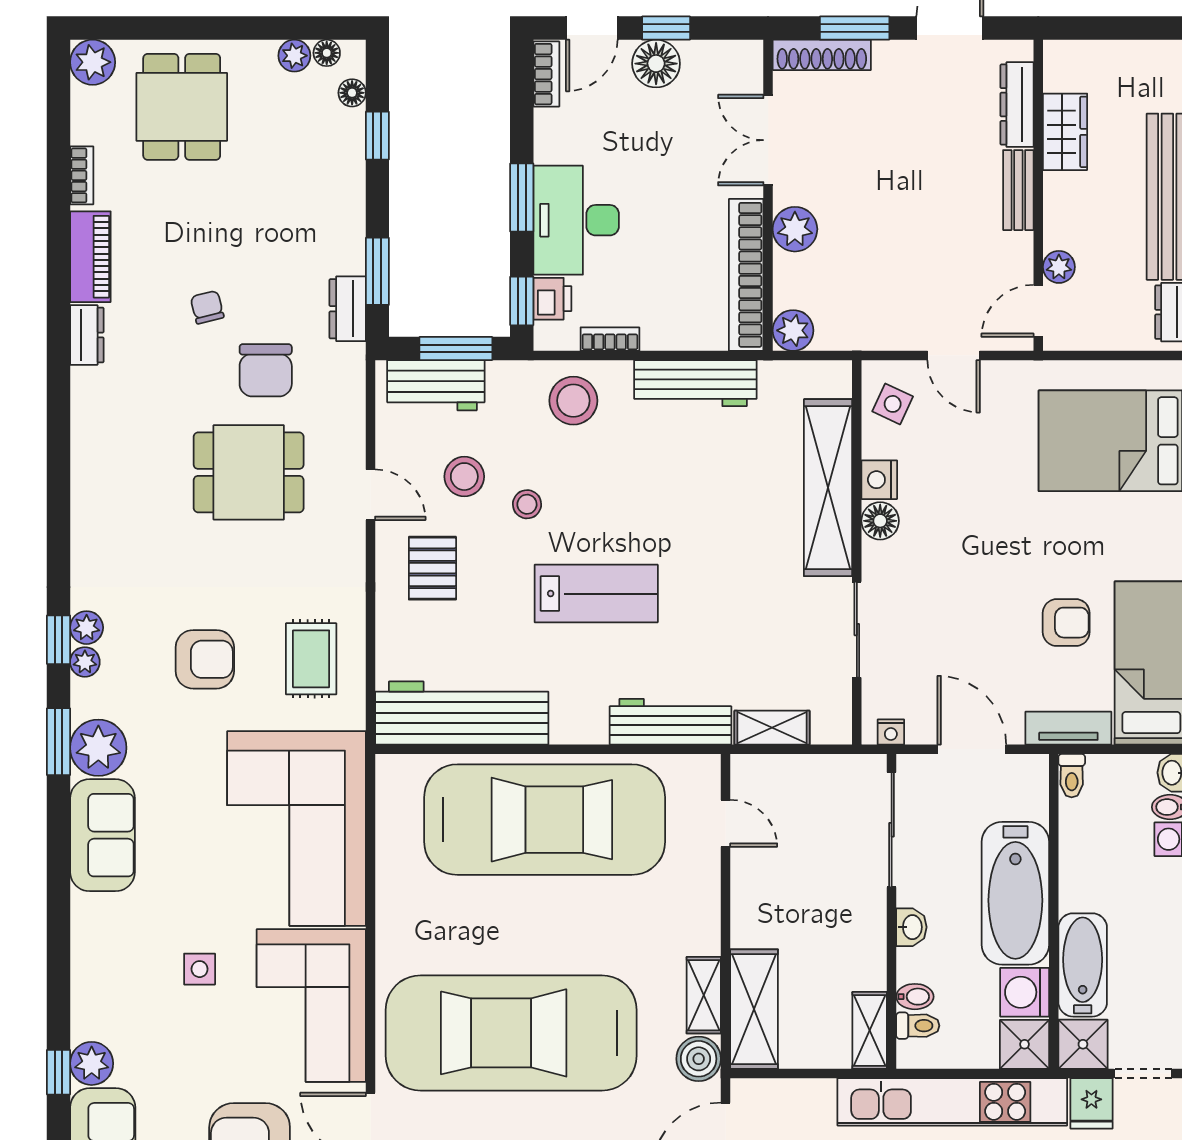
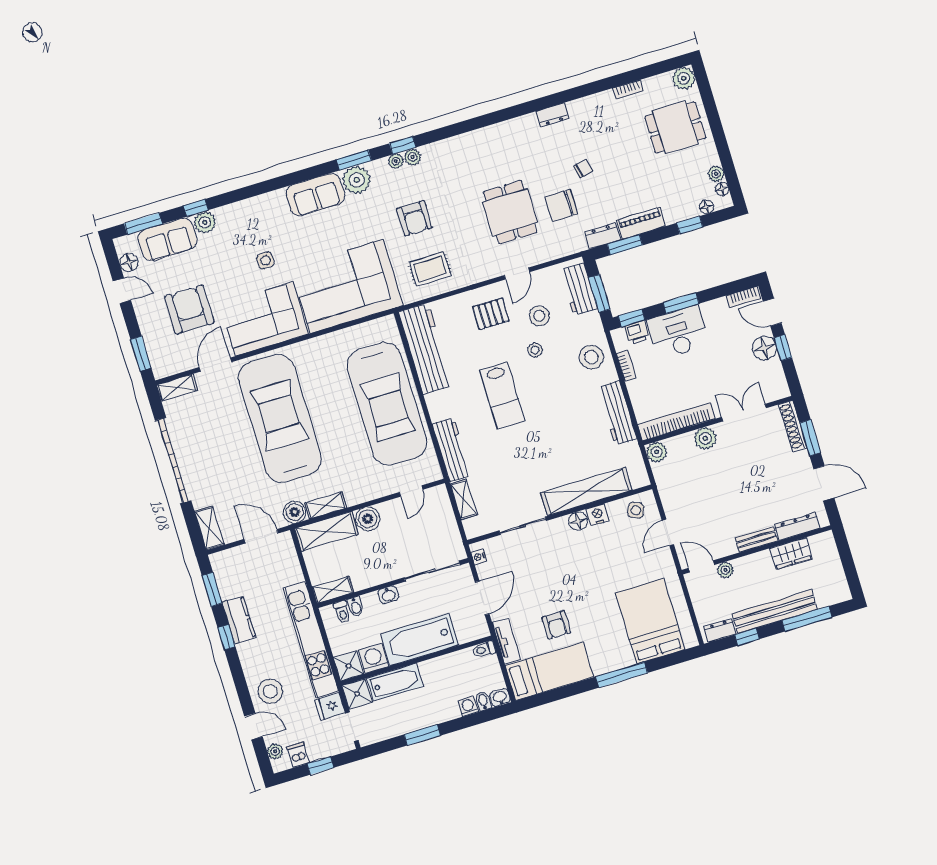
piano: (90, 257) -> (641, 223), moved, turned 180
boiler: (754, 923) -> (368, 519), added

